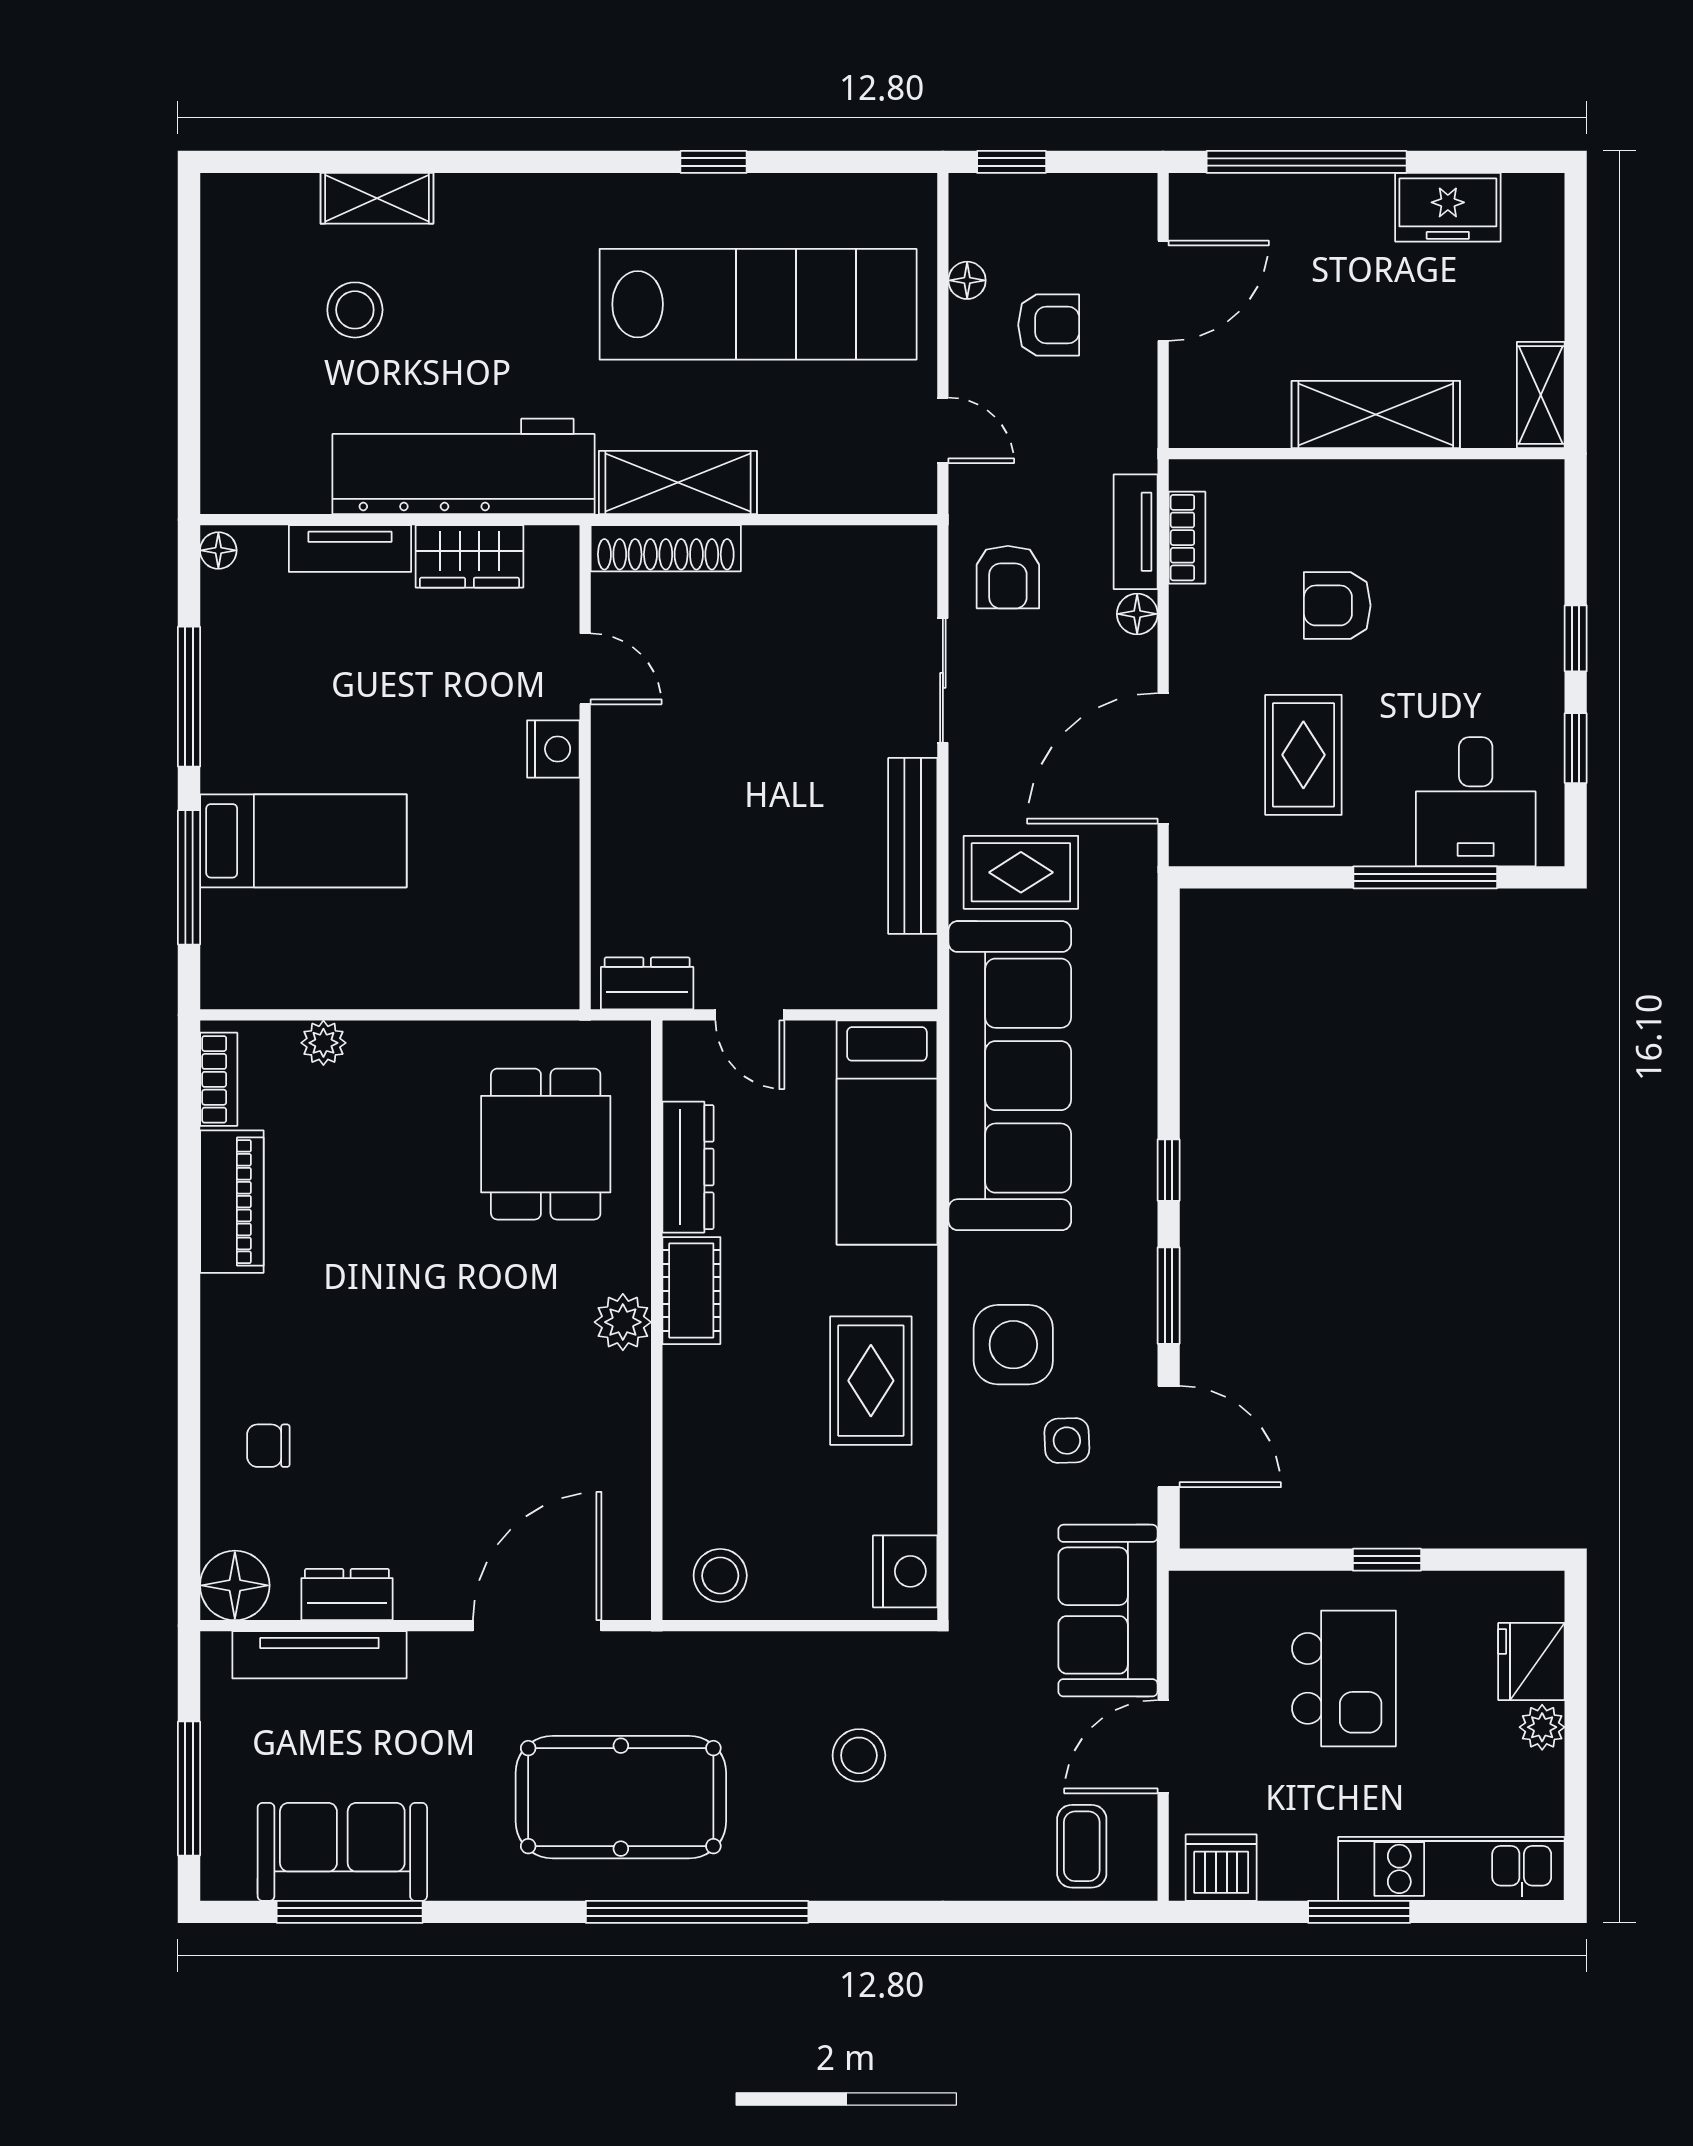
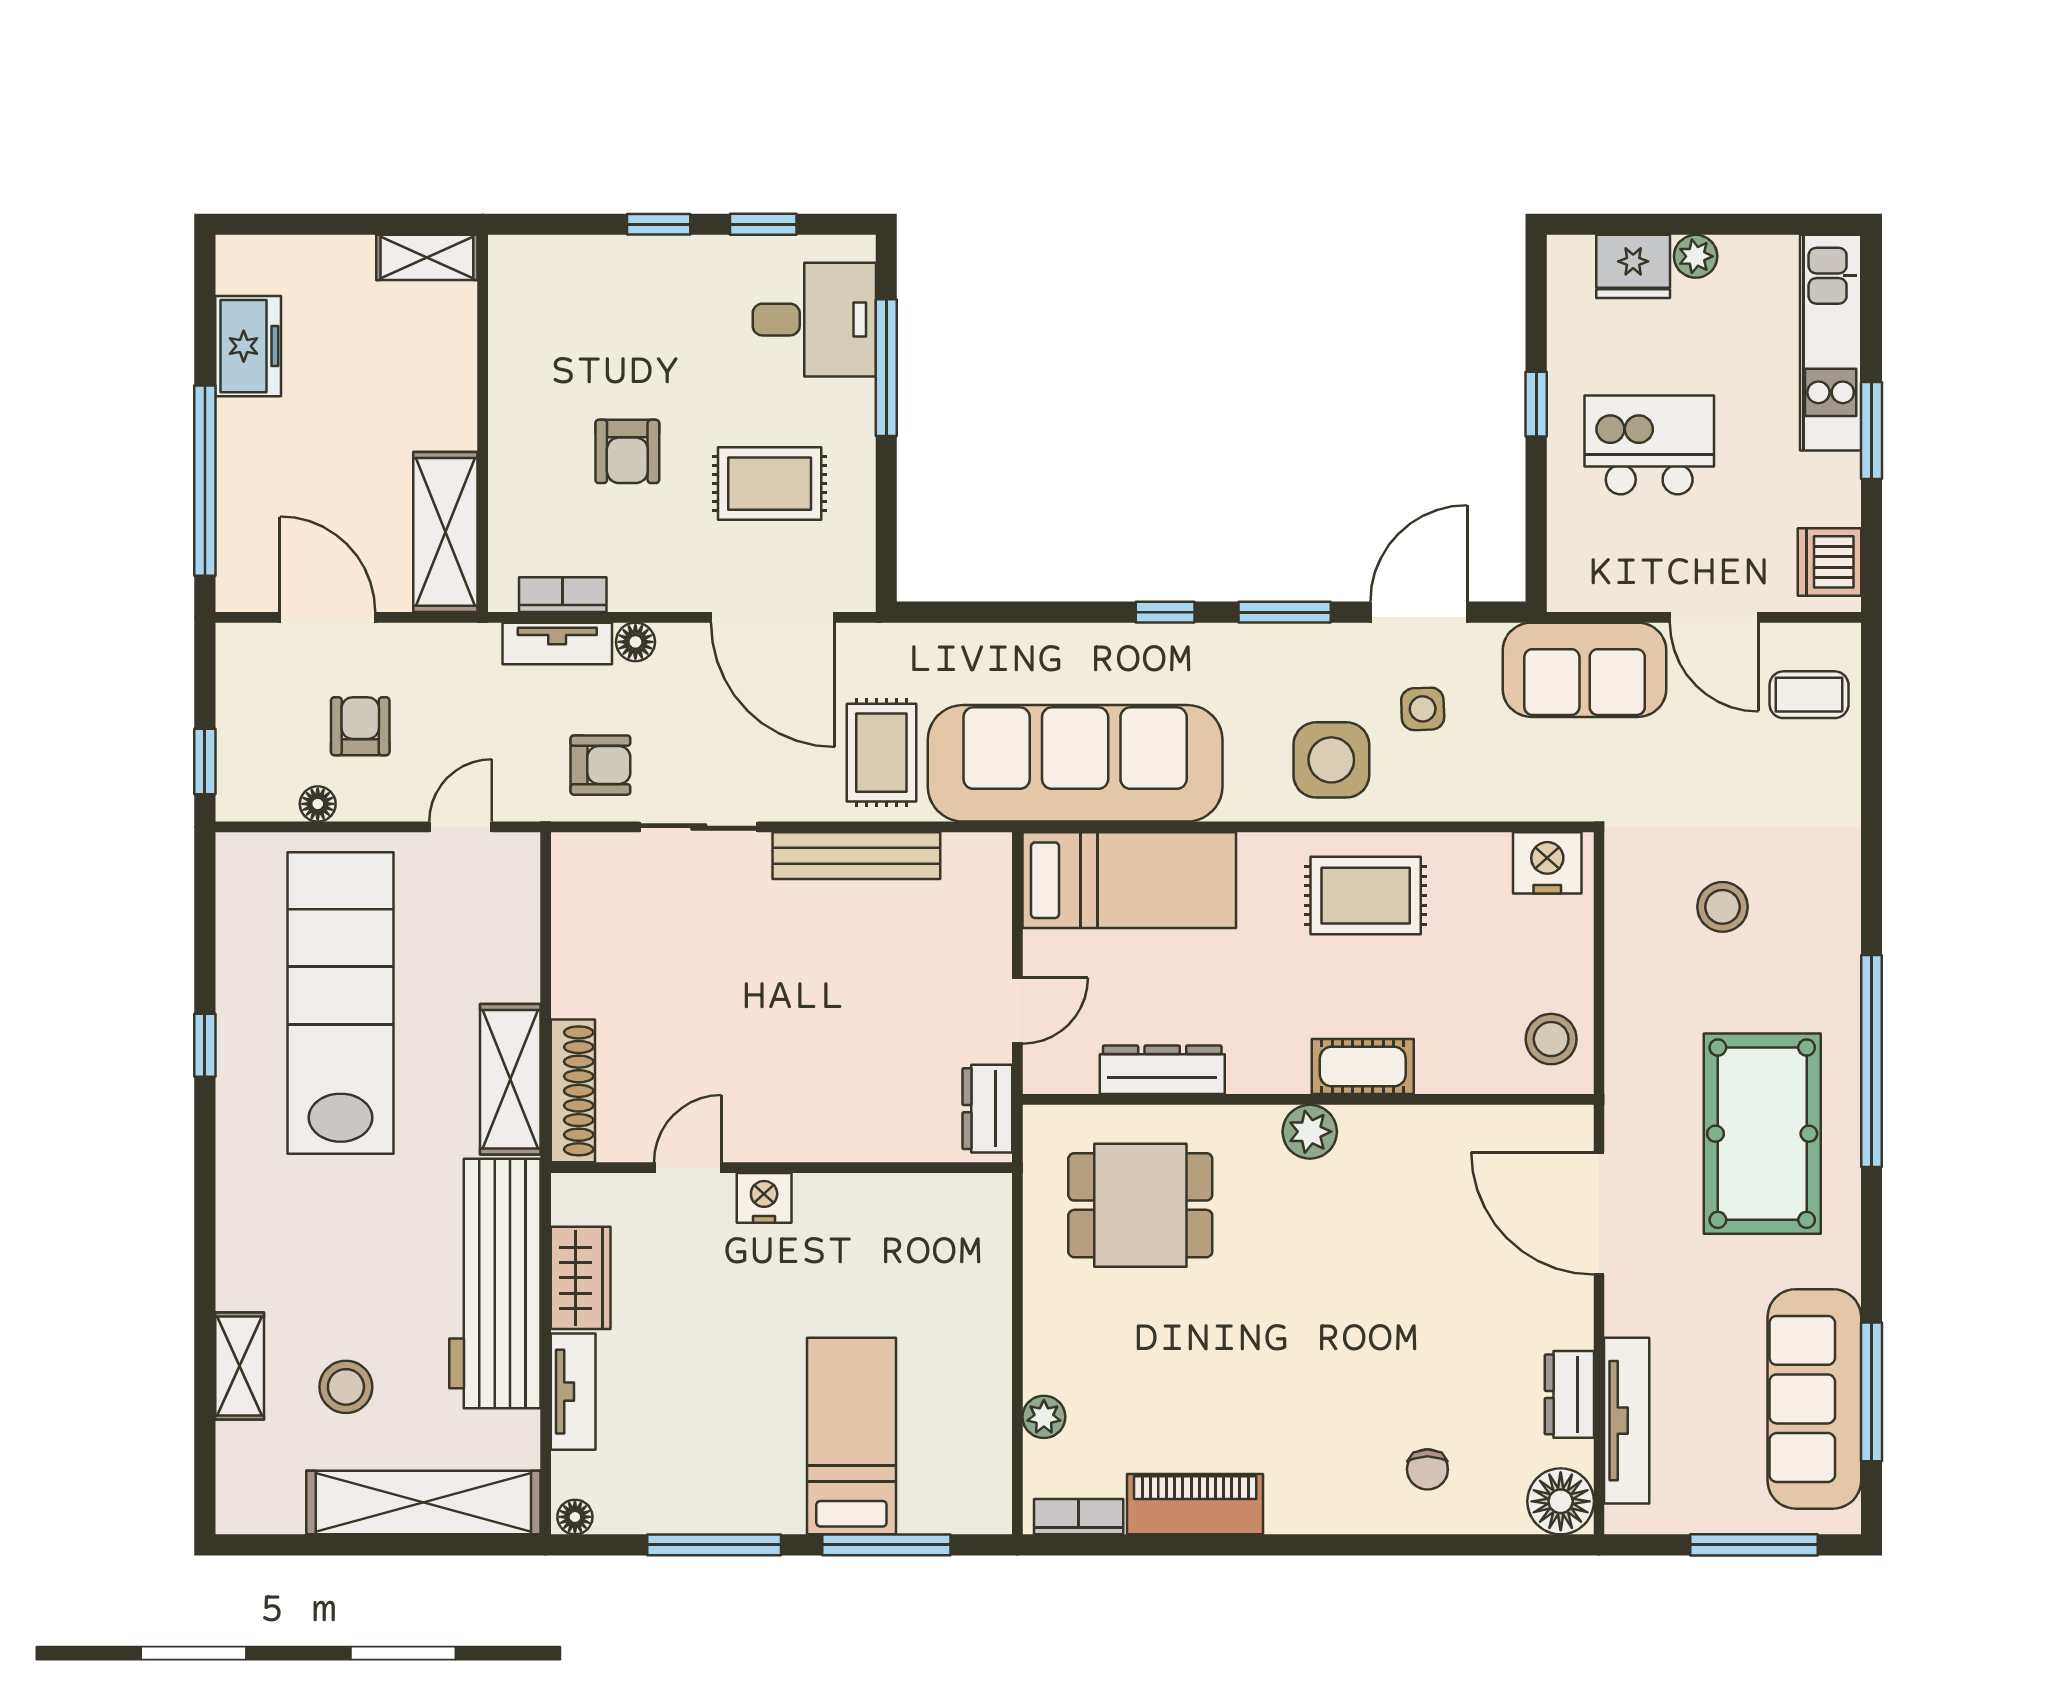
shelving: (234, 391) -> (423, 1503), added
shelving: (1376, 414) -> (445, 532), moved
cot: (691, 1291) -> (1363, 1067), moved
sofa: (342, 1852) -> (1814, 1399), width x1.36

